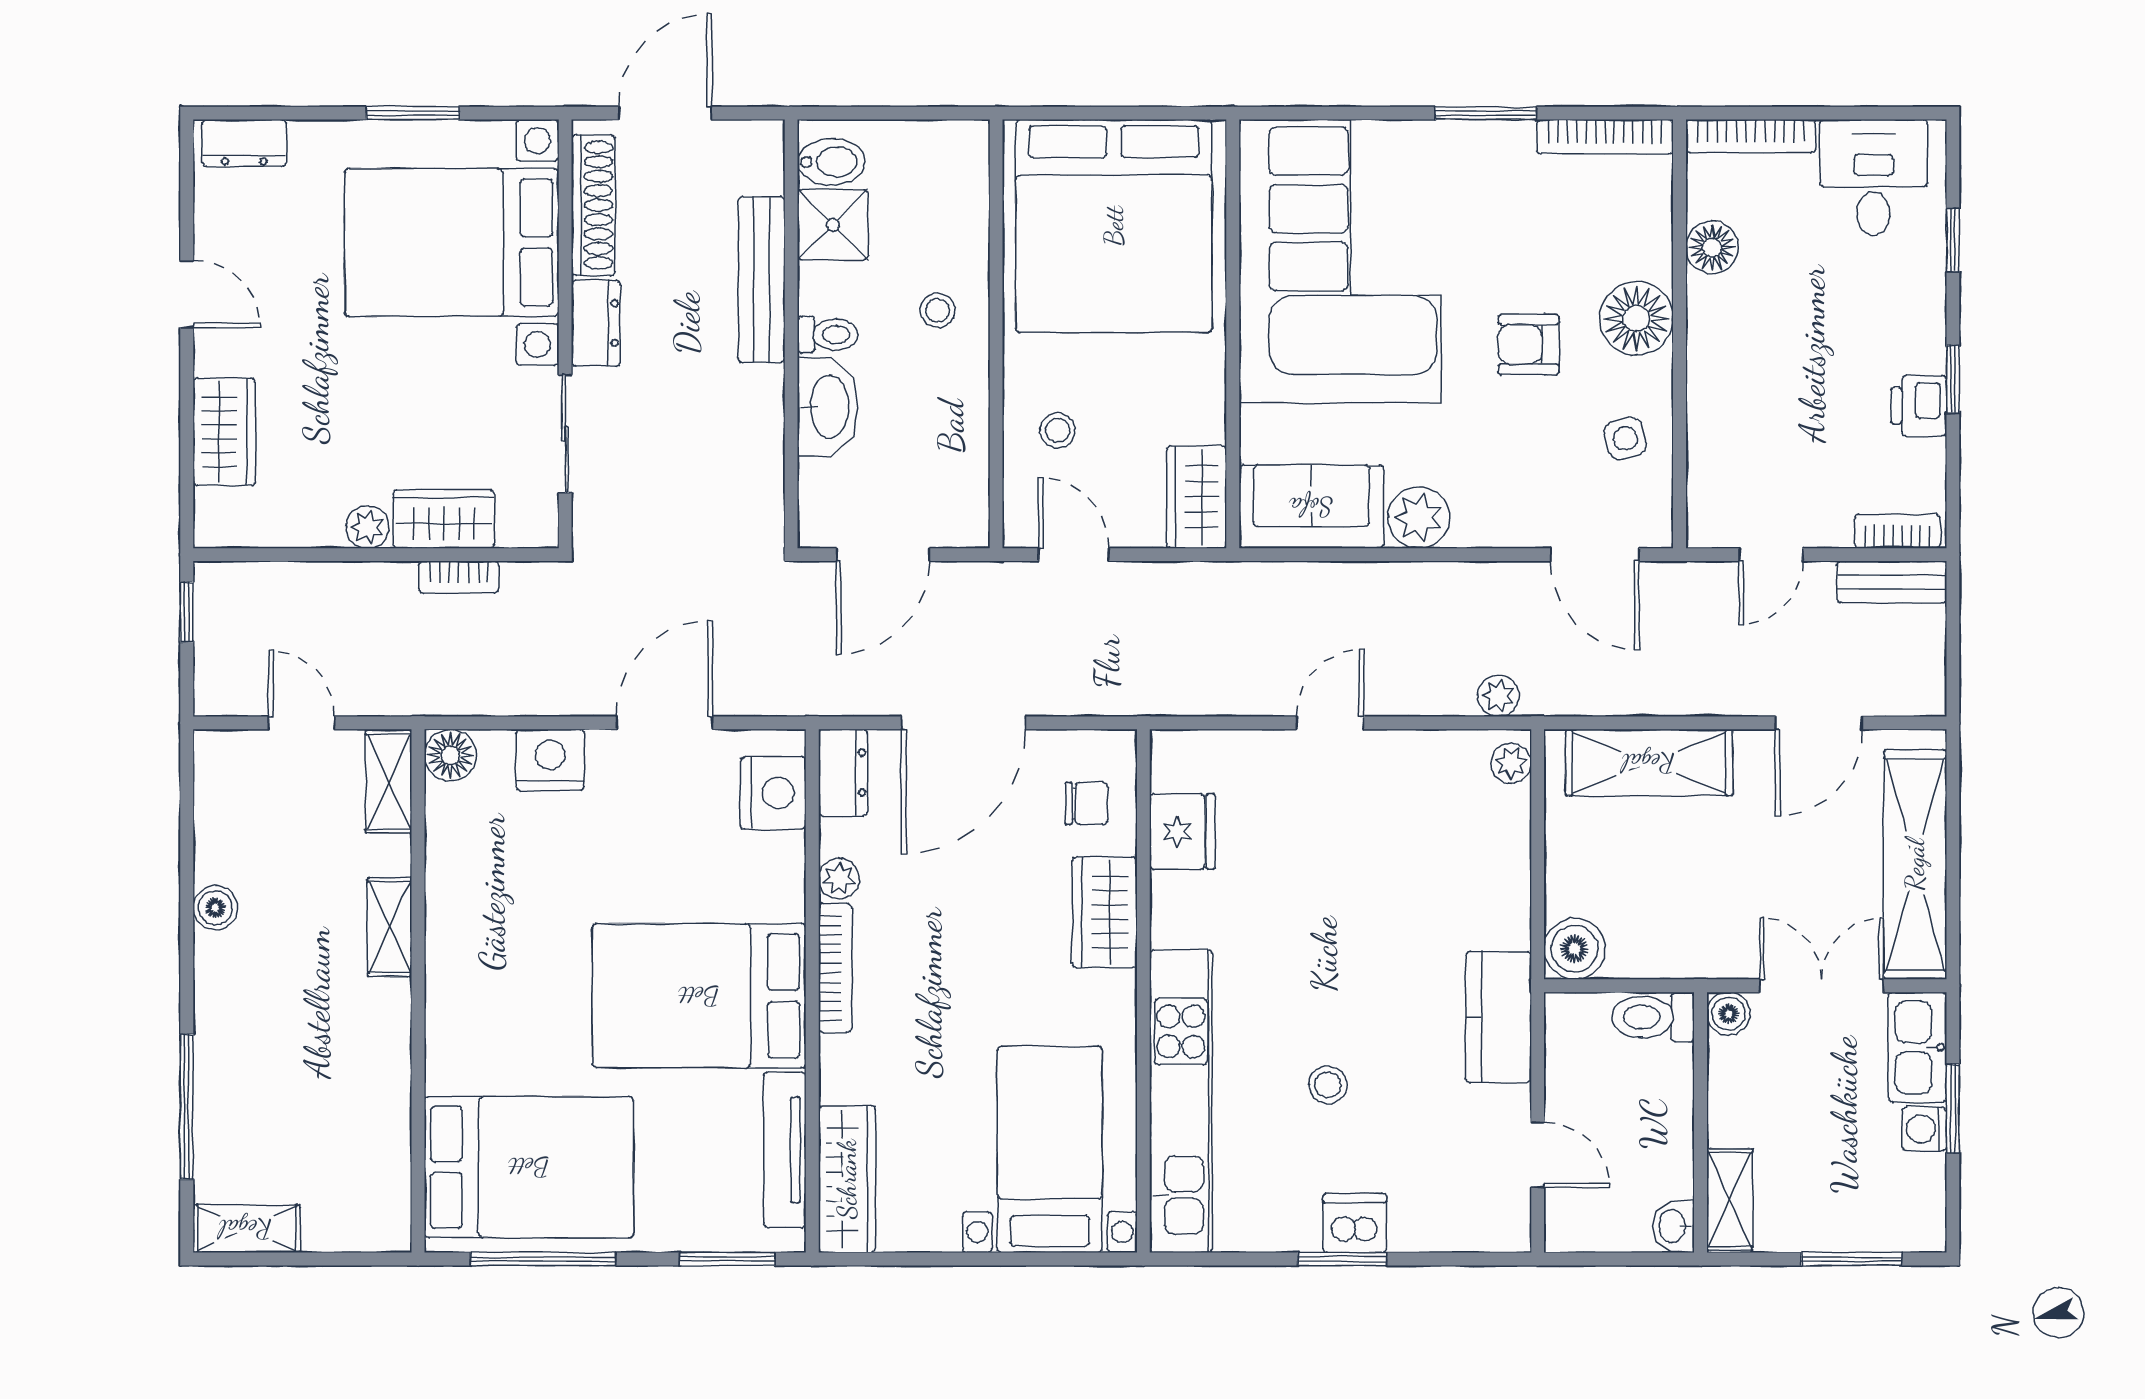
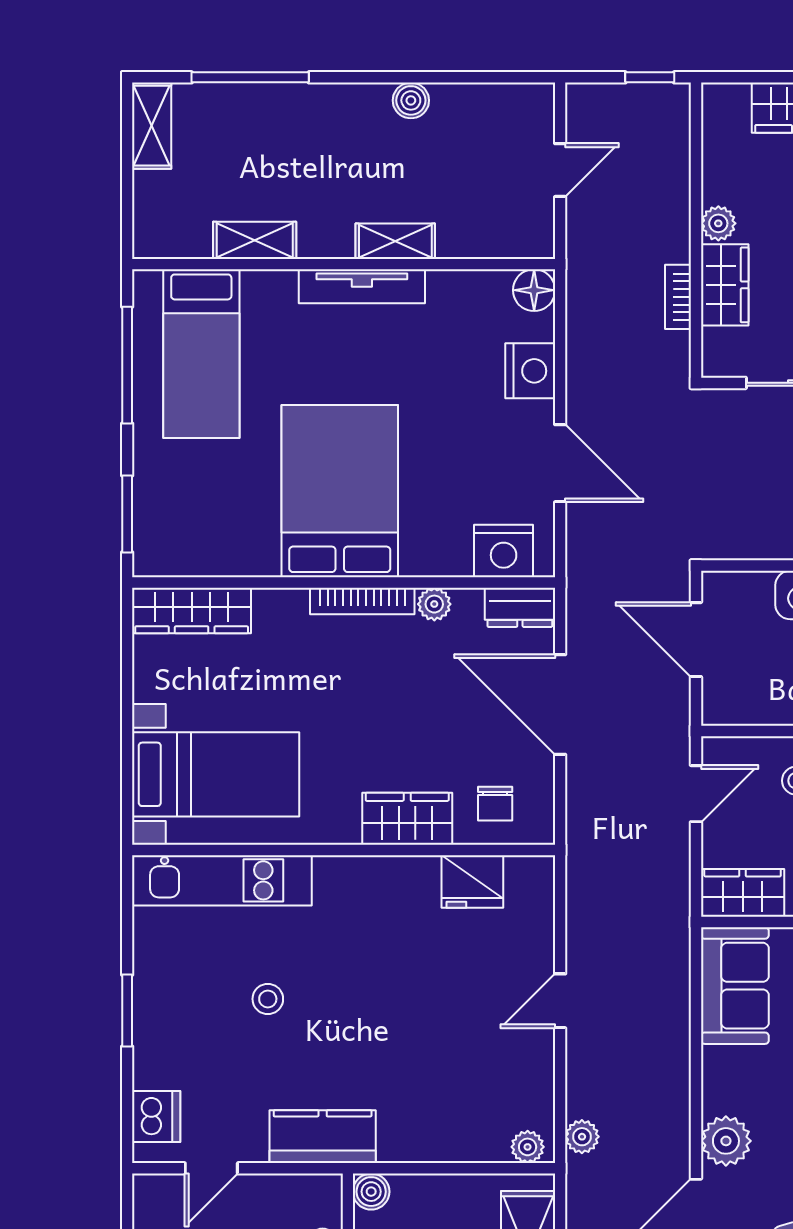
plant: (1419, 518) -> (726, 1141), moved
door: (1330, 723) -> (560, 1001), swing flipped
shelving: (389, 782) -> (255, 240), moved
boiler: (1575, 949) -> (371, 1192), width x0.73, depth x0.73
kitchen unit: (1181, 1101) -> (222, 880), width x0.73
tv unit: (785, 1150) -> (362, 286), moved, turned 180
bed: (529, 1167) -> (201, 354), width x0.67
dishwasher: (1355, 1223) -> (156, 1117), moved

